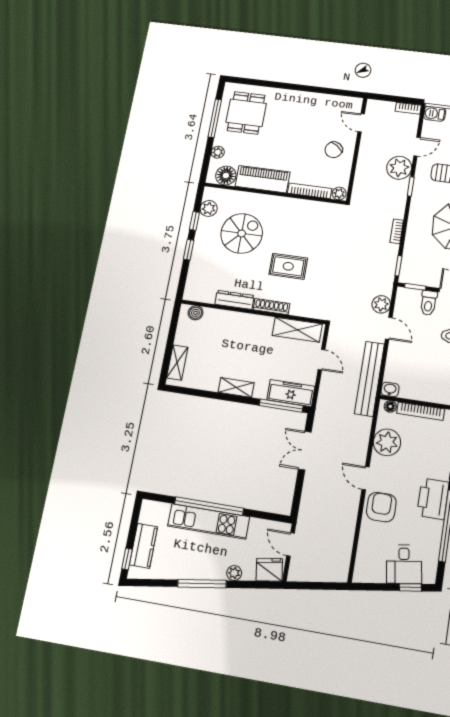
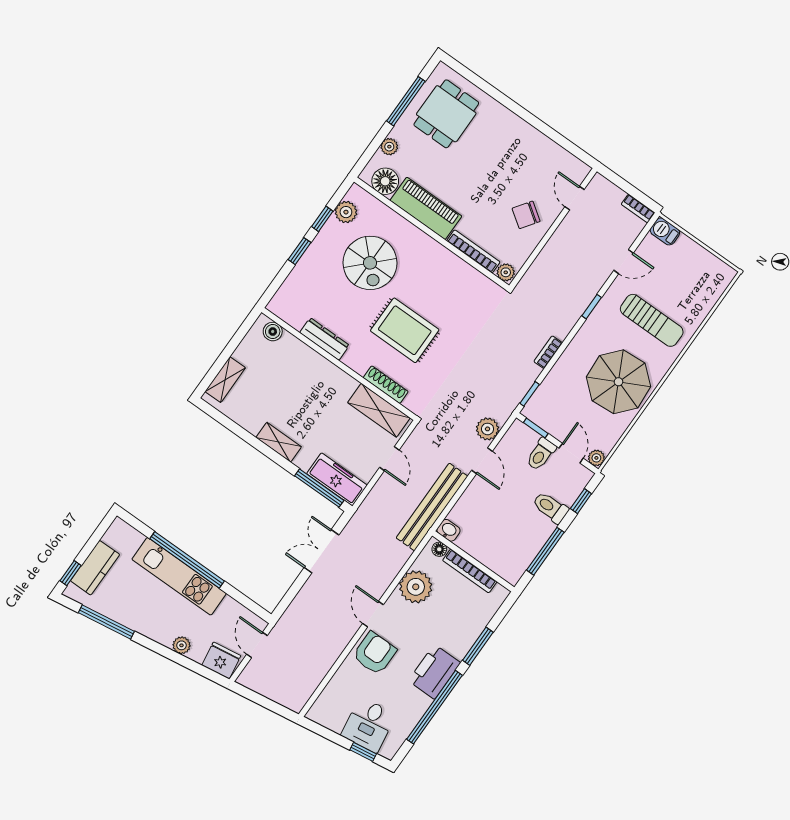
plant: (399, 168) -> (590, 277), removed
spiral stairs: (242, 233) -> (370, 263), turned 90
rug: (288, 266) -> (405, 330), width x1.36, depth x1.43
shoe rack: (271, 307) -> (386, 385), moved
window: (202, 584) -> (106, 622), moved

